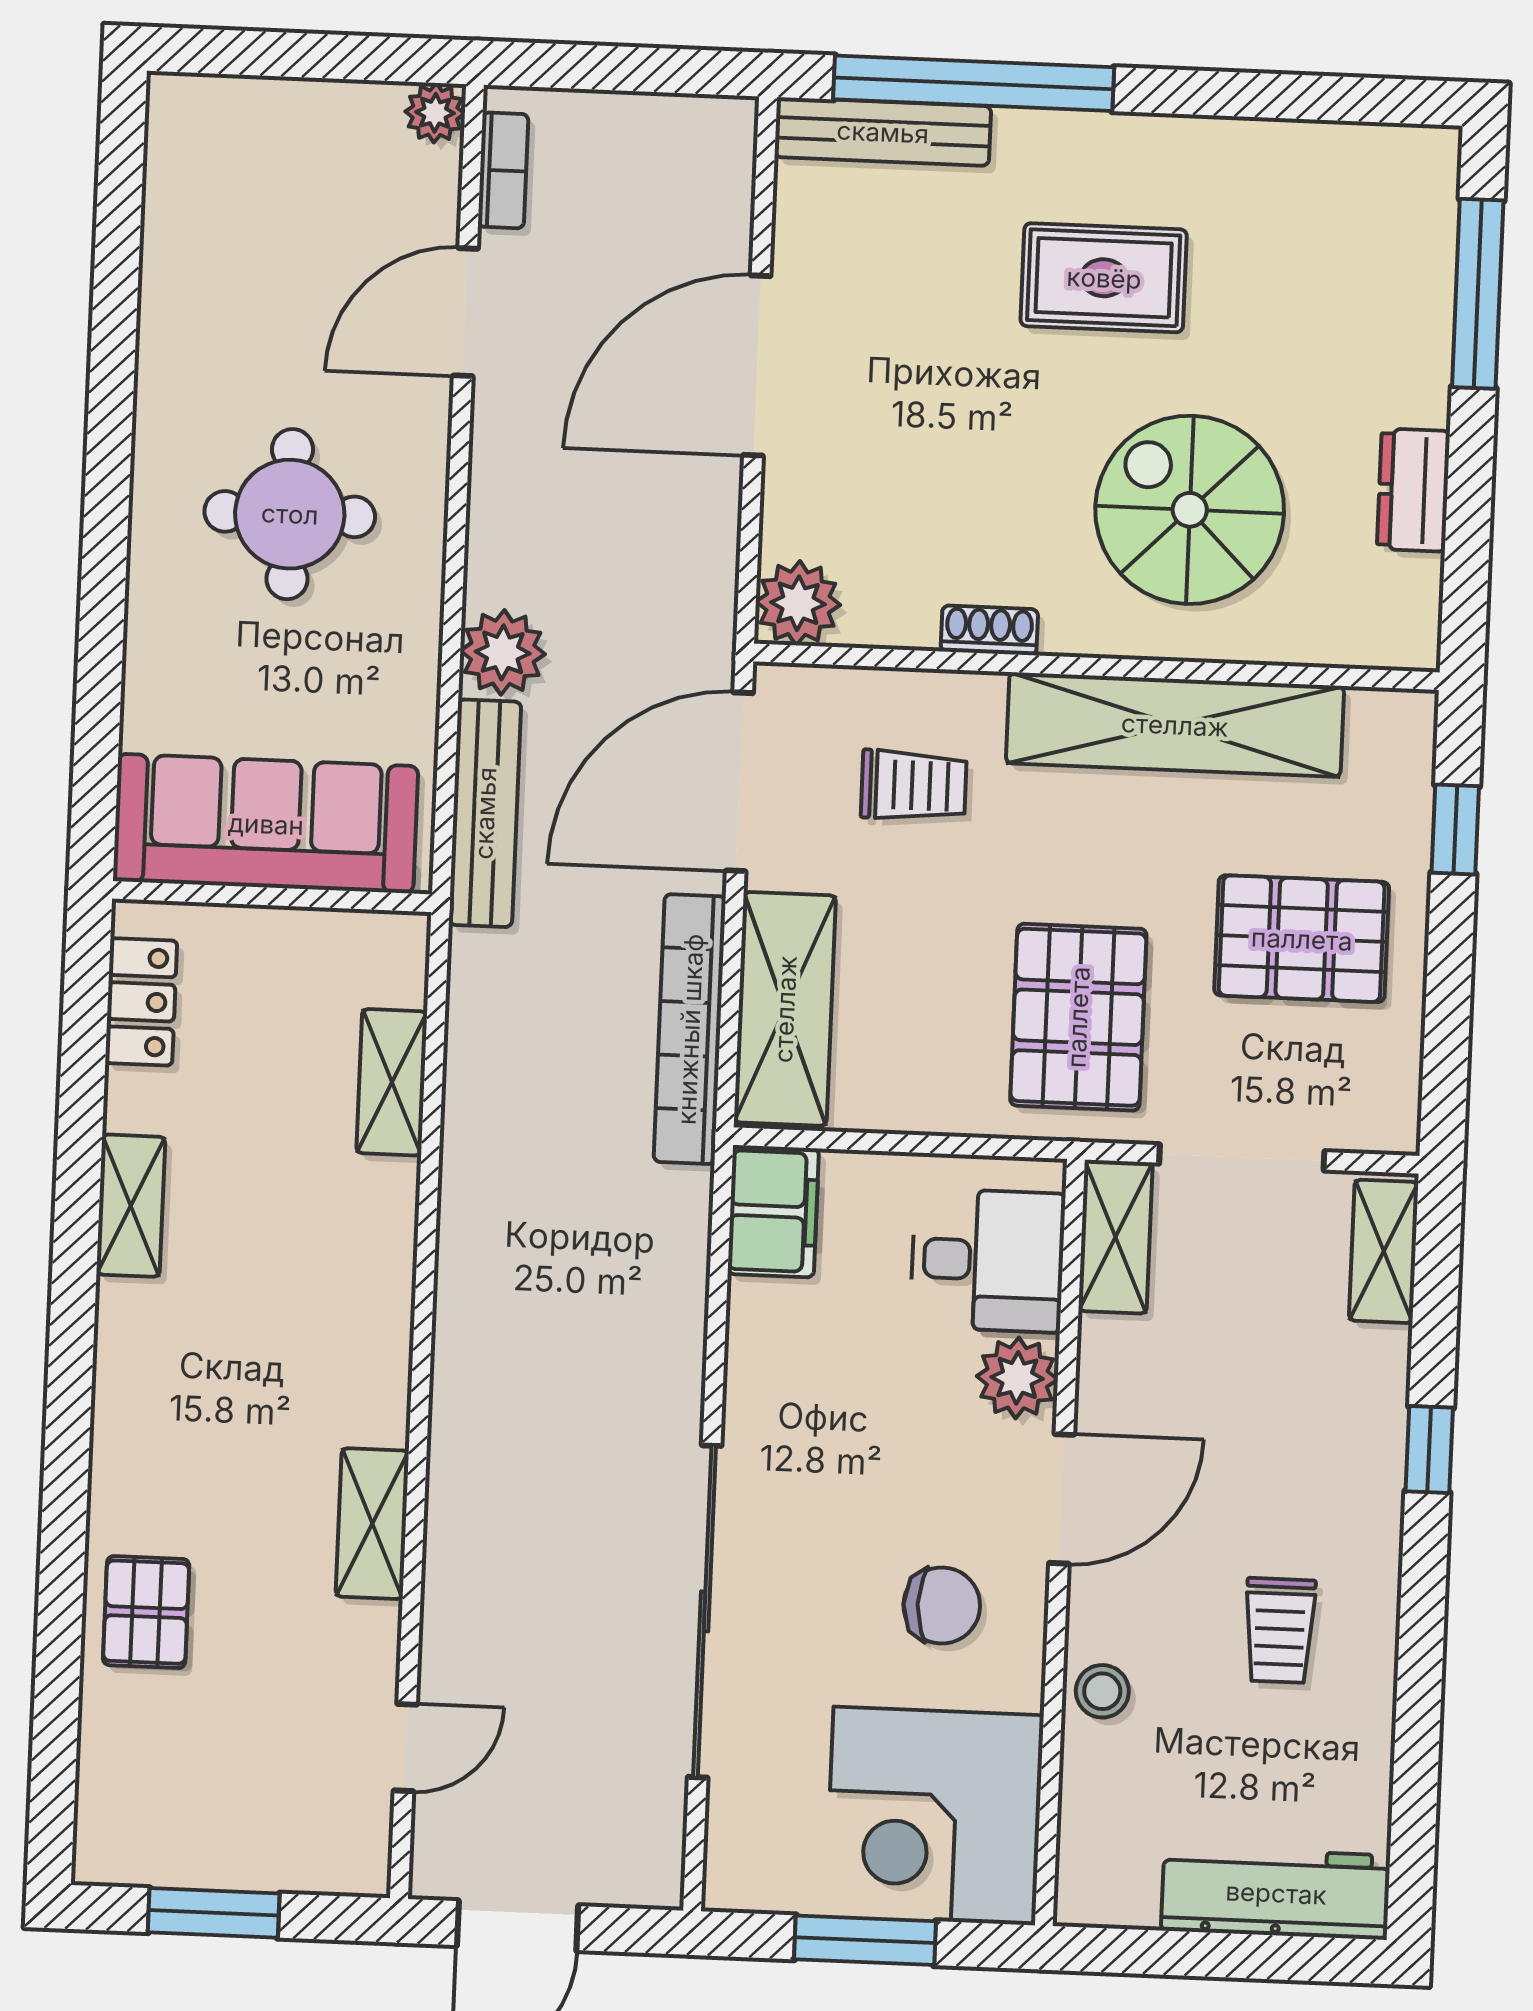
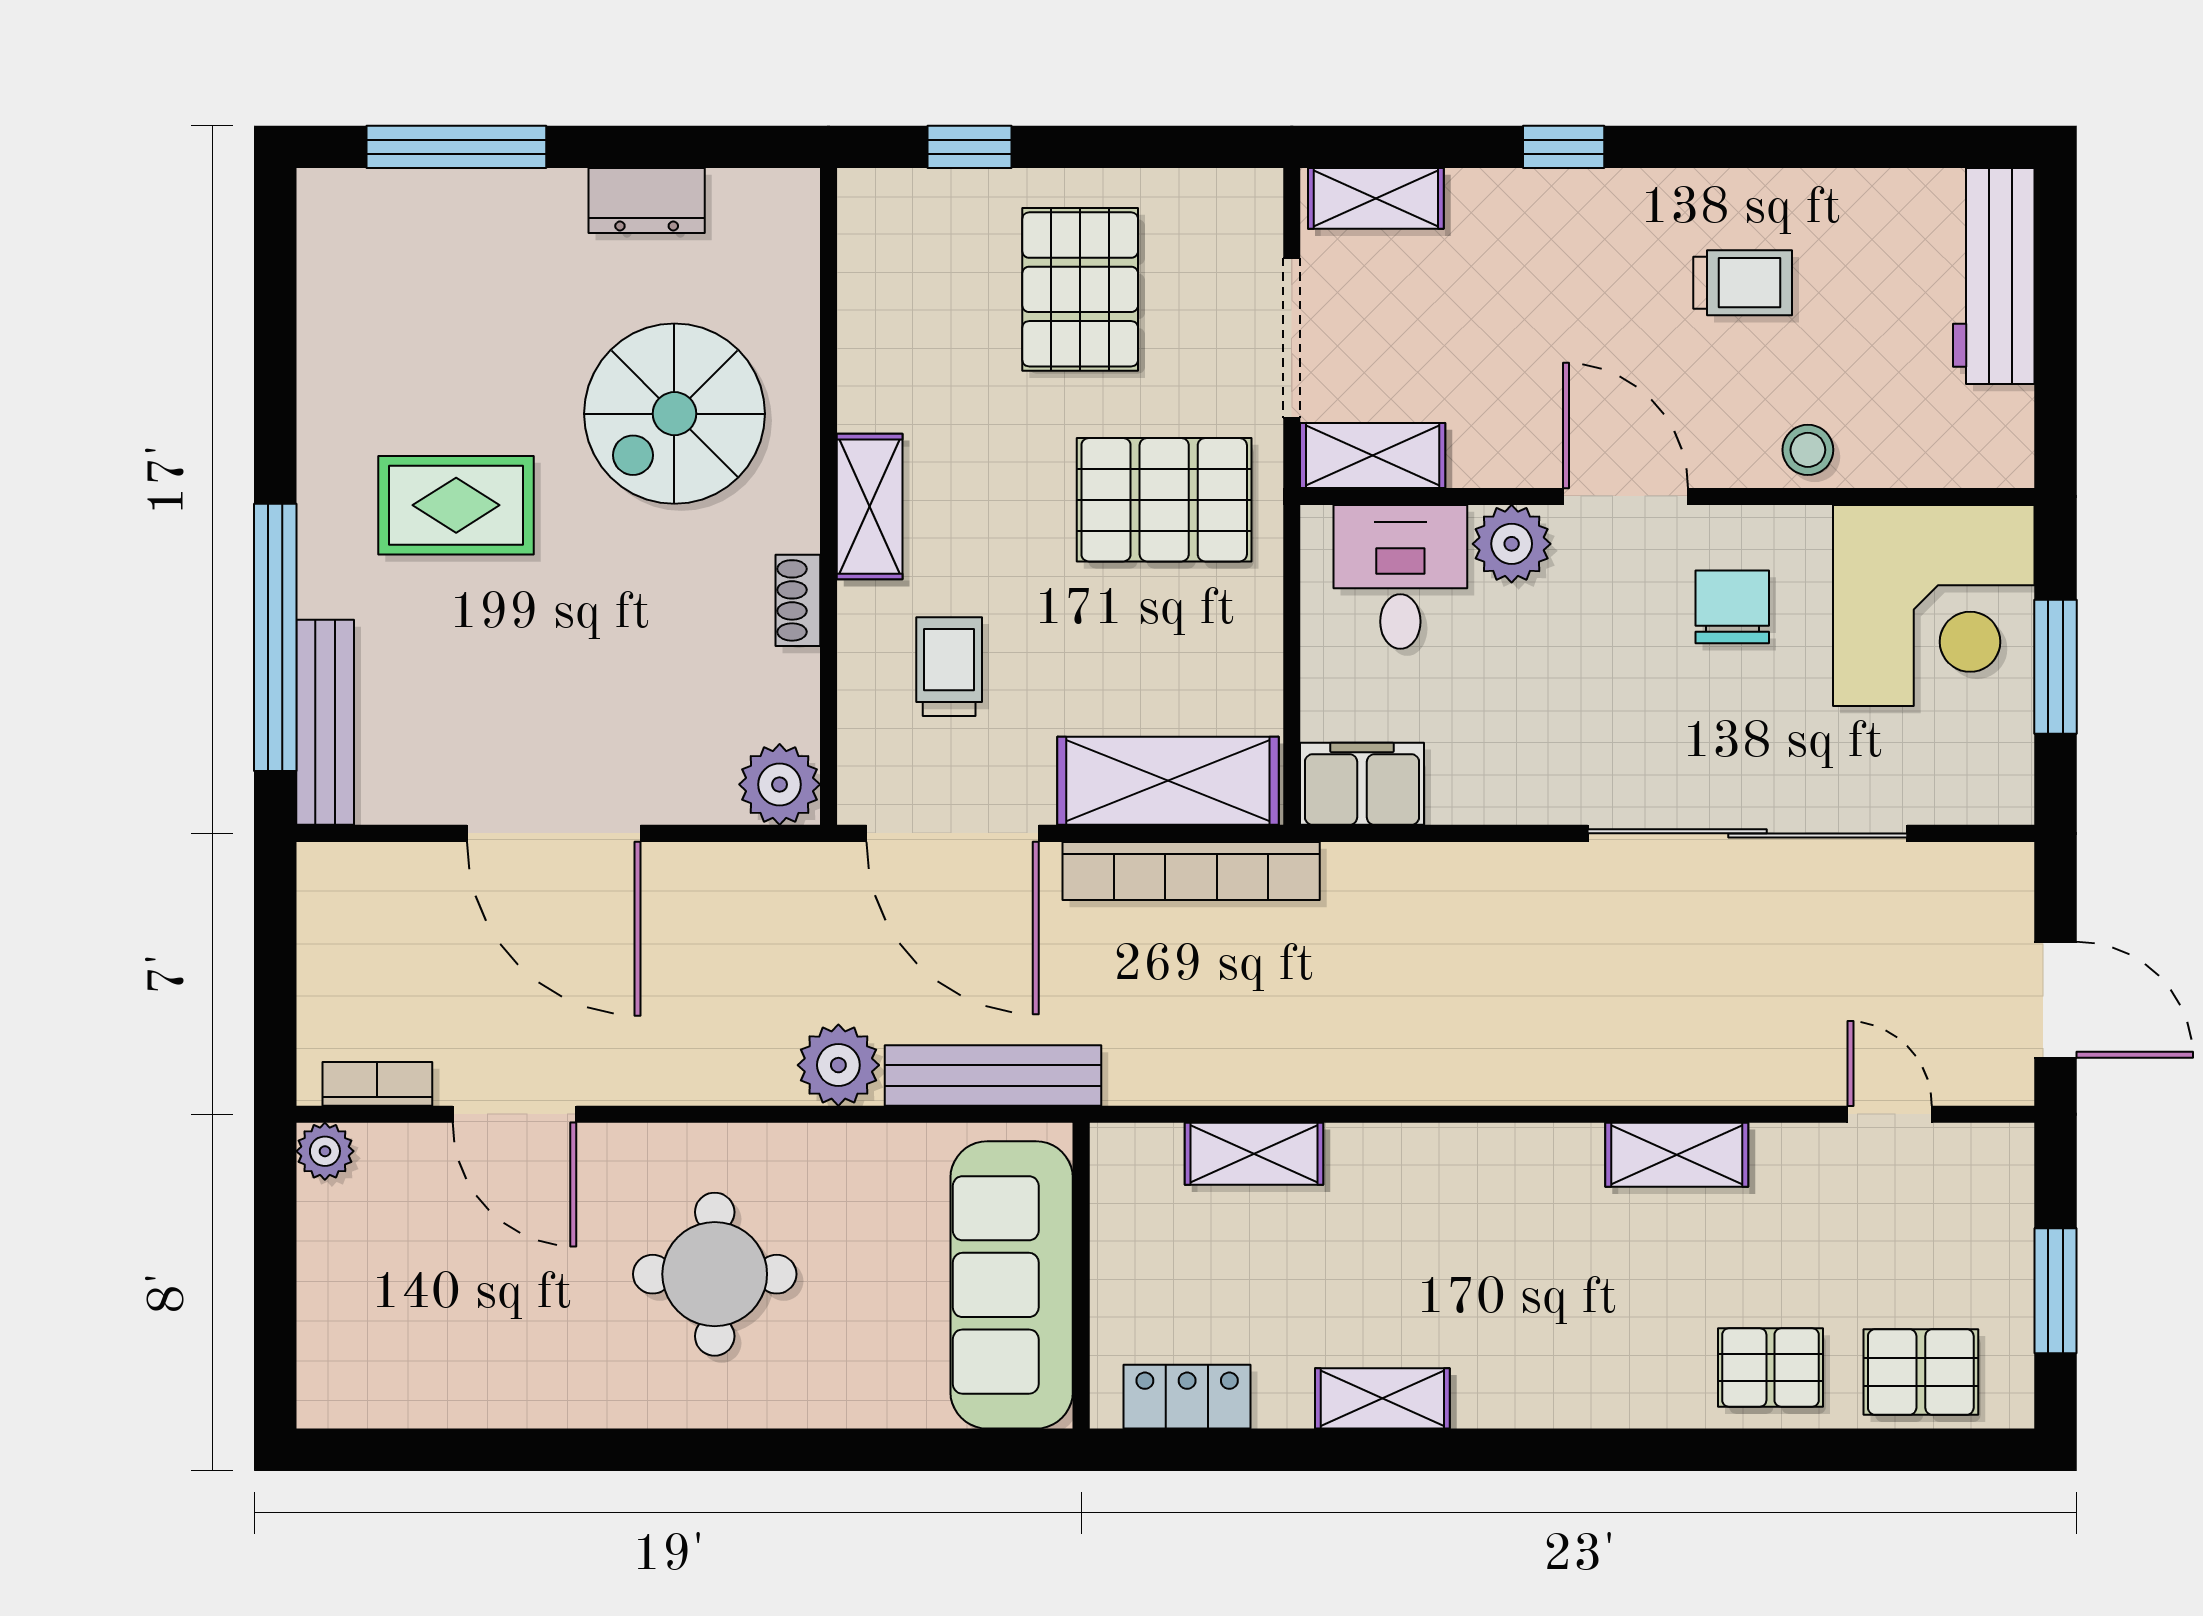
rug: (1104, 278) -> (456, 505), turned 90
shelving: (1175, 725) -> (870, 507), width x0.45, depth x0.75
pallet: (135, 1769) -> (1921, 1372), added

